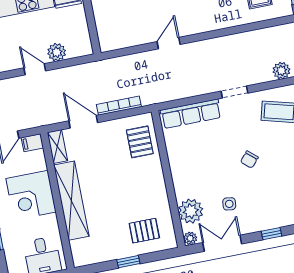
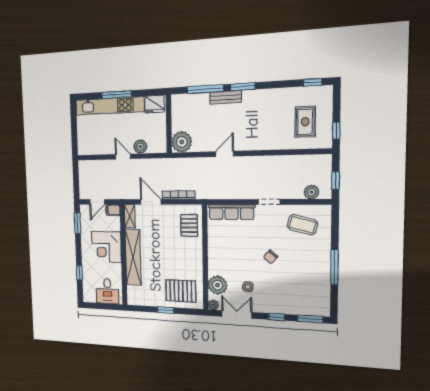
plant: (111, 37) -> (182, 142), added
pallet: (144, 231) -> (181, 291), width x1.50, depth x1.42

